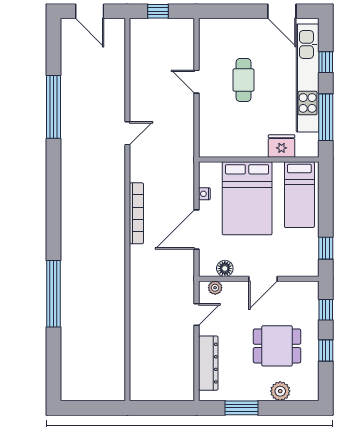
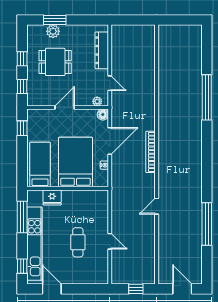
window: (326, 62) -> (22, 266), moved
floor lamp: (225, 268) -> (103, 115), moved
door: (196, 314) -> (110, 83), swing flipped
window: (242, 408) -> (55, 20), moved

